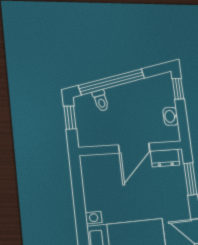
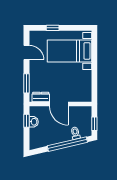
window: (178, 89) -> (27, 121), moved
door: (134, 148) -> (59, 104), swing flipped

